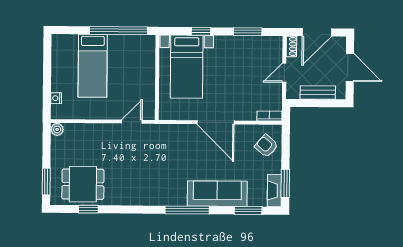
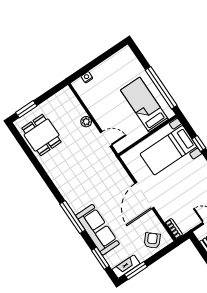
bed: (93, 66) -> (144, 105), moved, turned 90
plant: (57, 129) -> (86, 122), moved
window: (88, 209) -> (27, 150), removed

